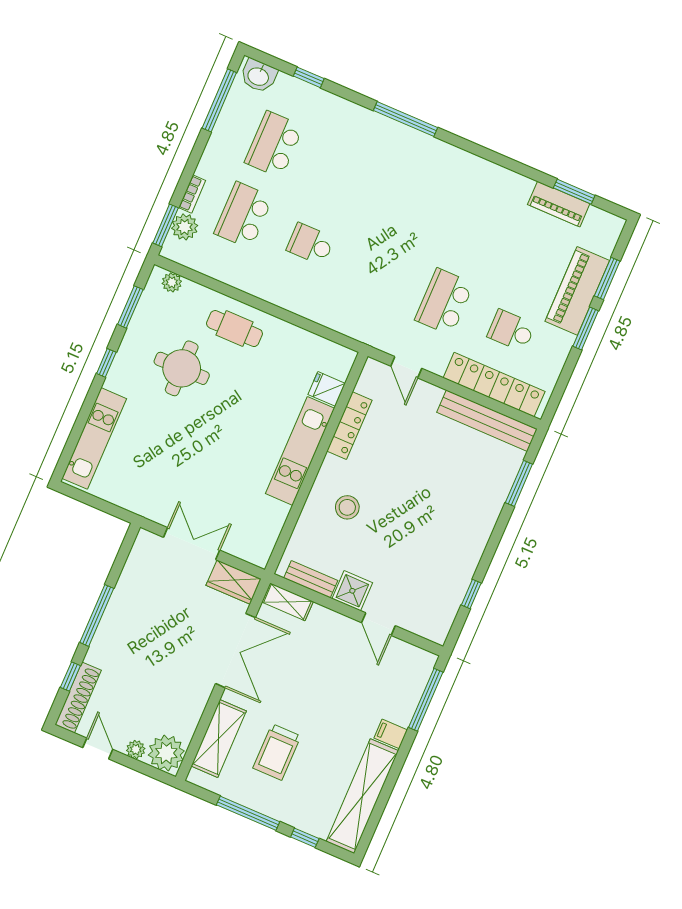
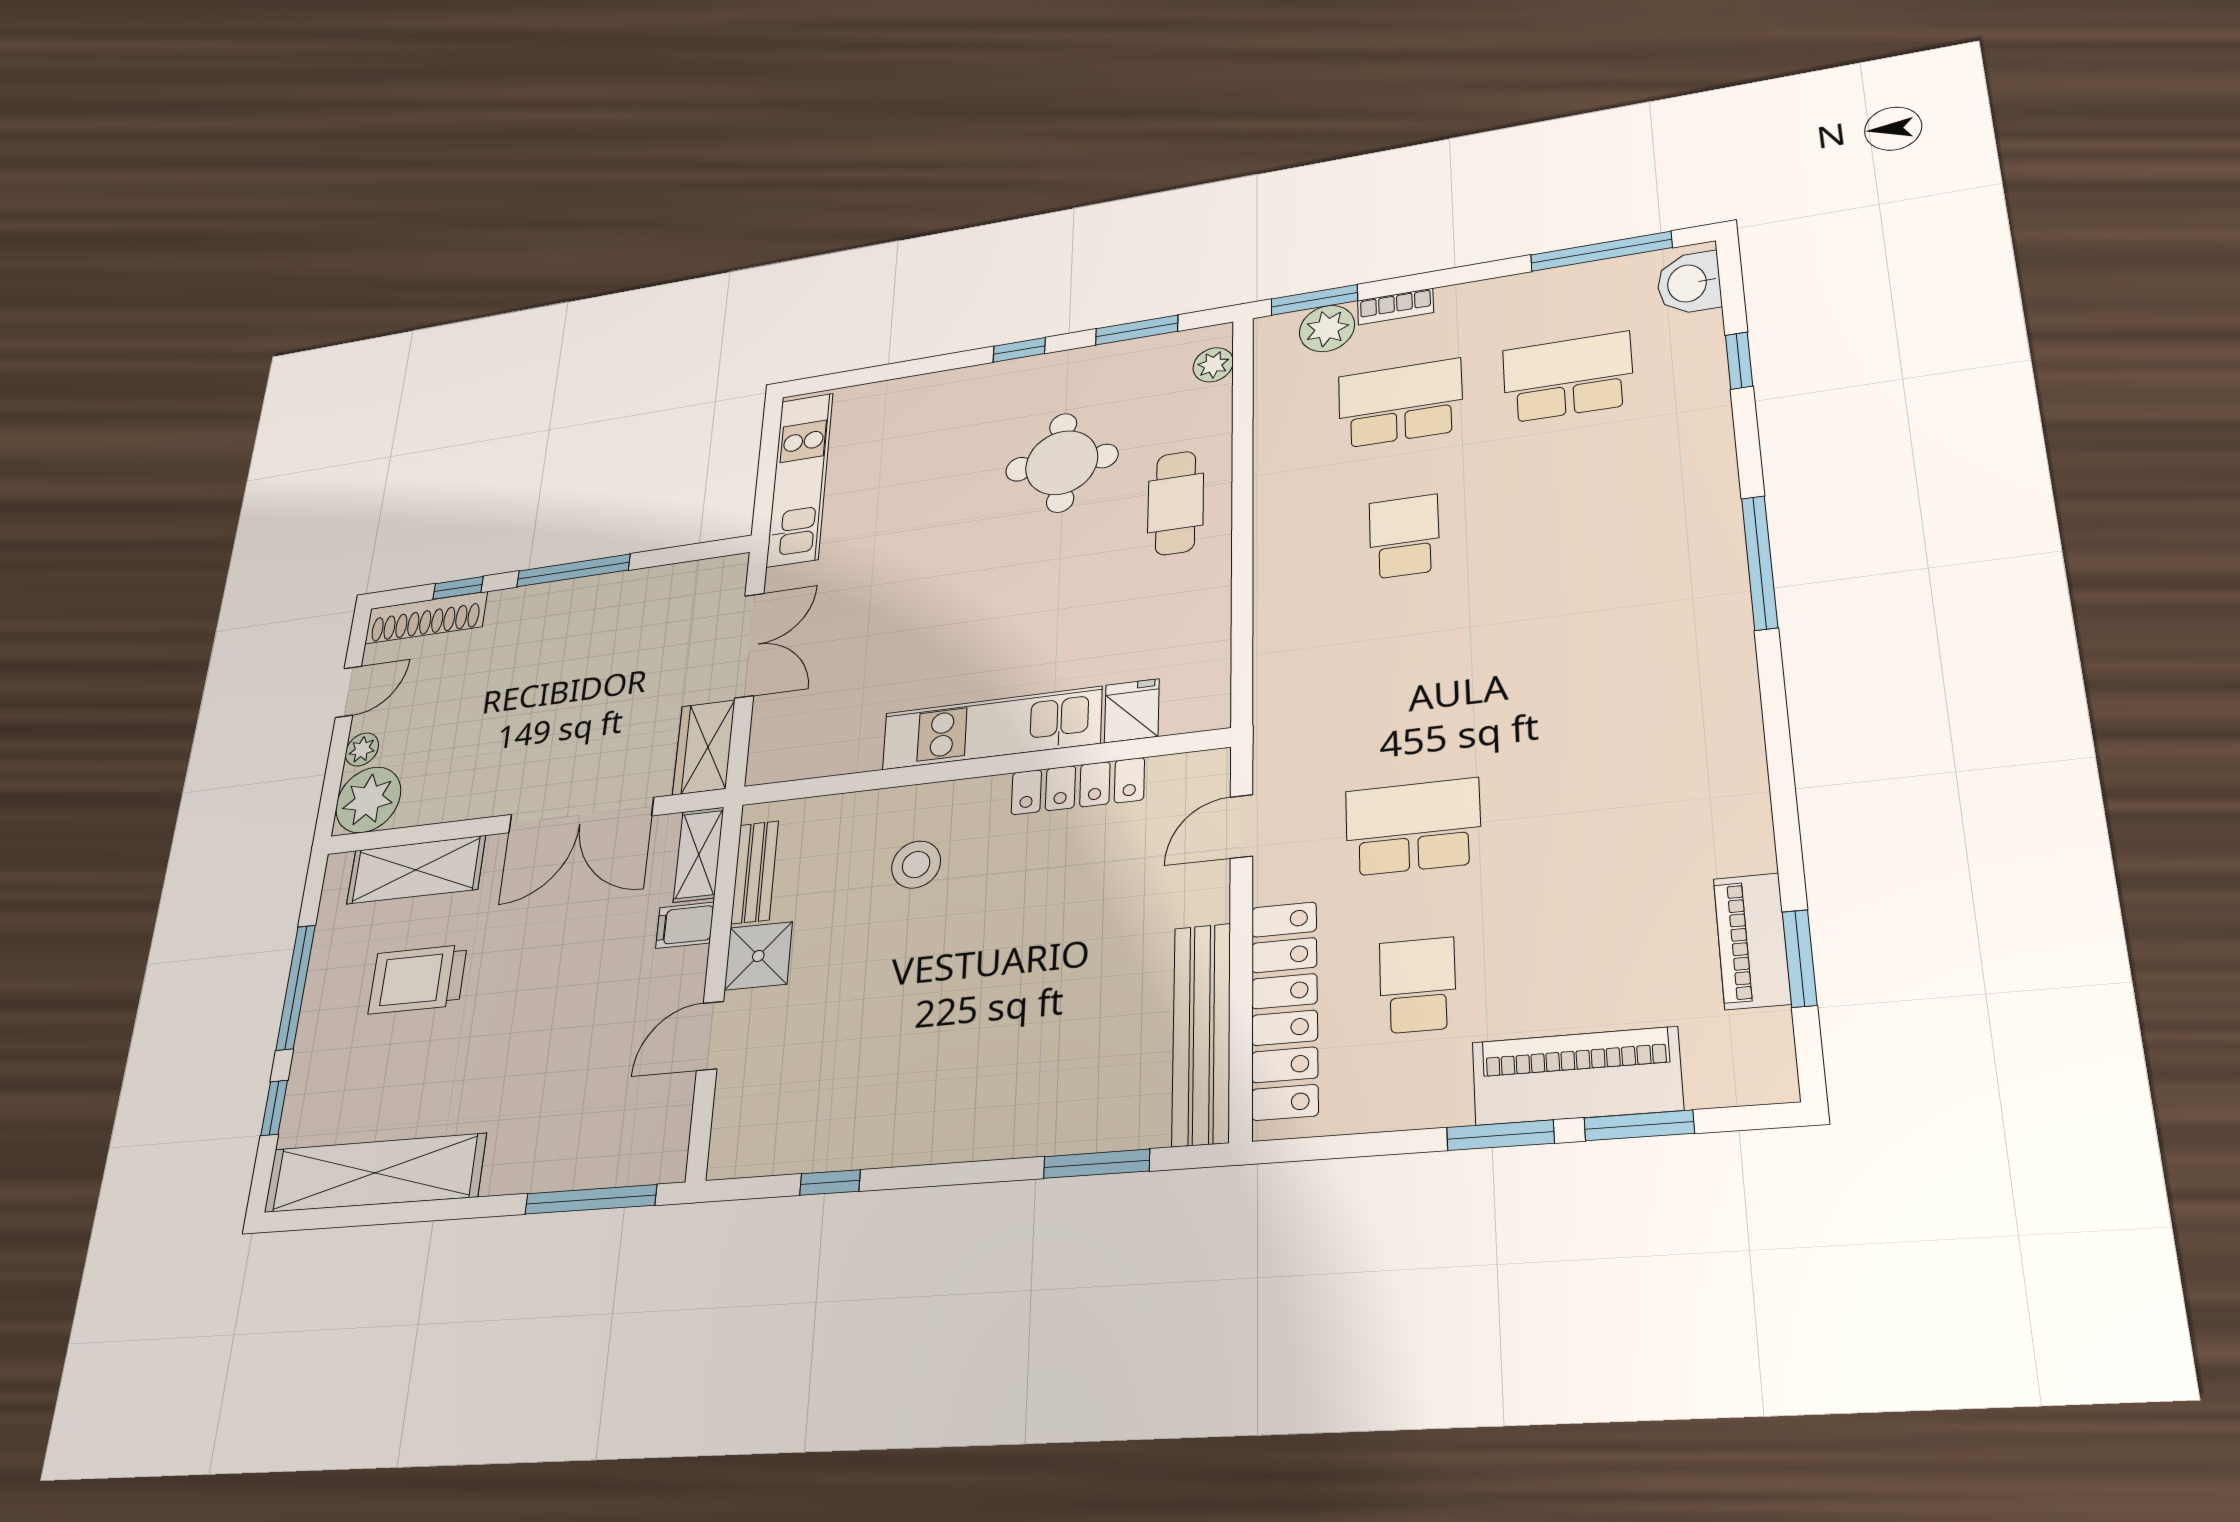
kitchen unit: (94, 438) -> (800, 479), moved, turned -90
filing cabinet: (391, 734) -> (685, 925), moved, turned -90

